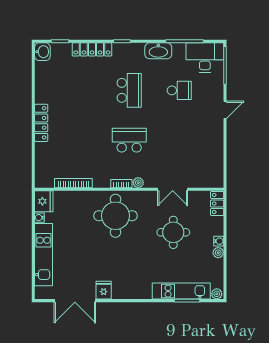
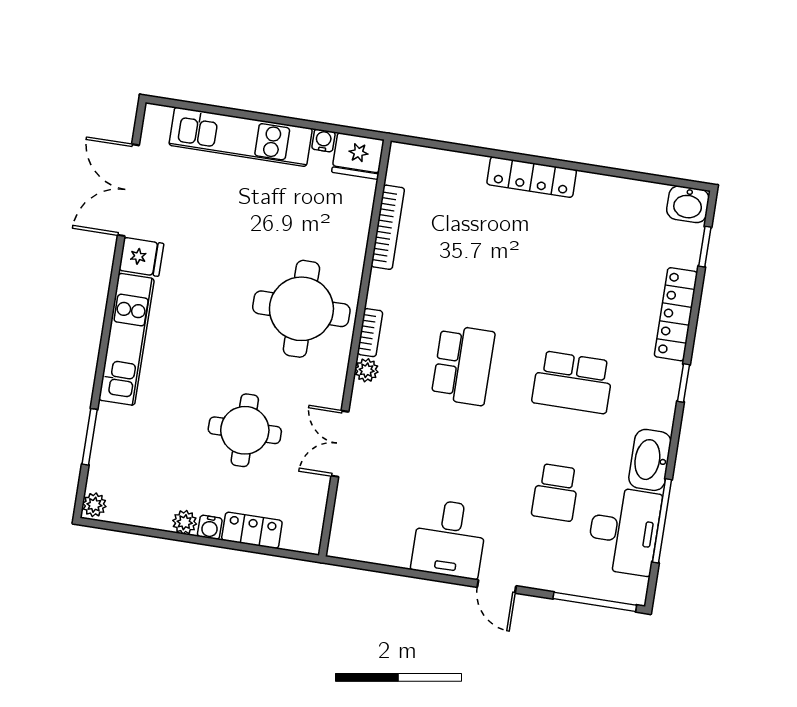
desk: (205, 57) -> (624, 531), moved
desk: (207, 134) -> (449, 539), added
locker: (217, 204) -> (252, 530), moved
kitchen unit: (181, 291) -> (126, 339), moved

